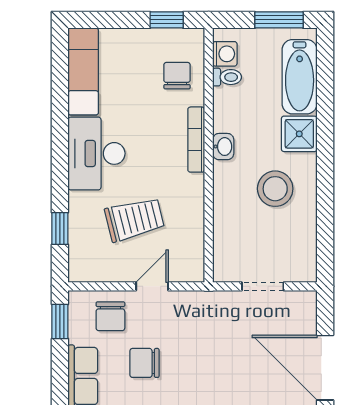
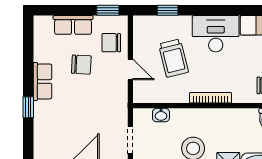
bookcase: (196, 140) -> (211, 98), moved
washbasin: (223, 147) -> (161, 115), moved
chair: (144, 363) -> (81, 65), turned 93

